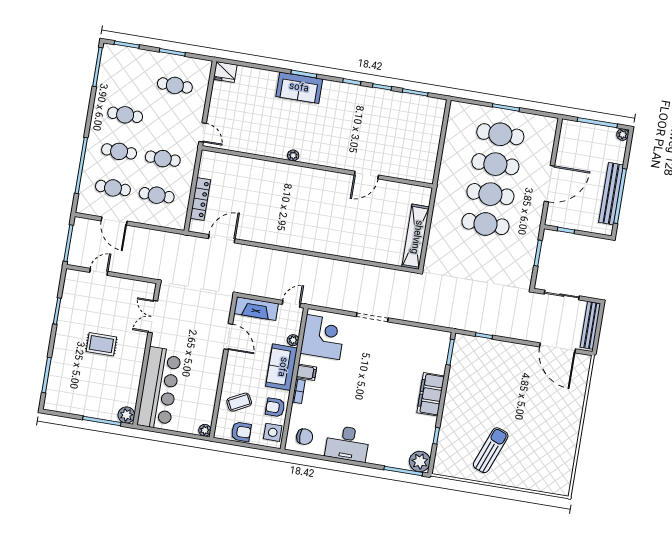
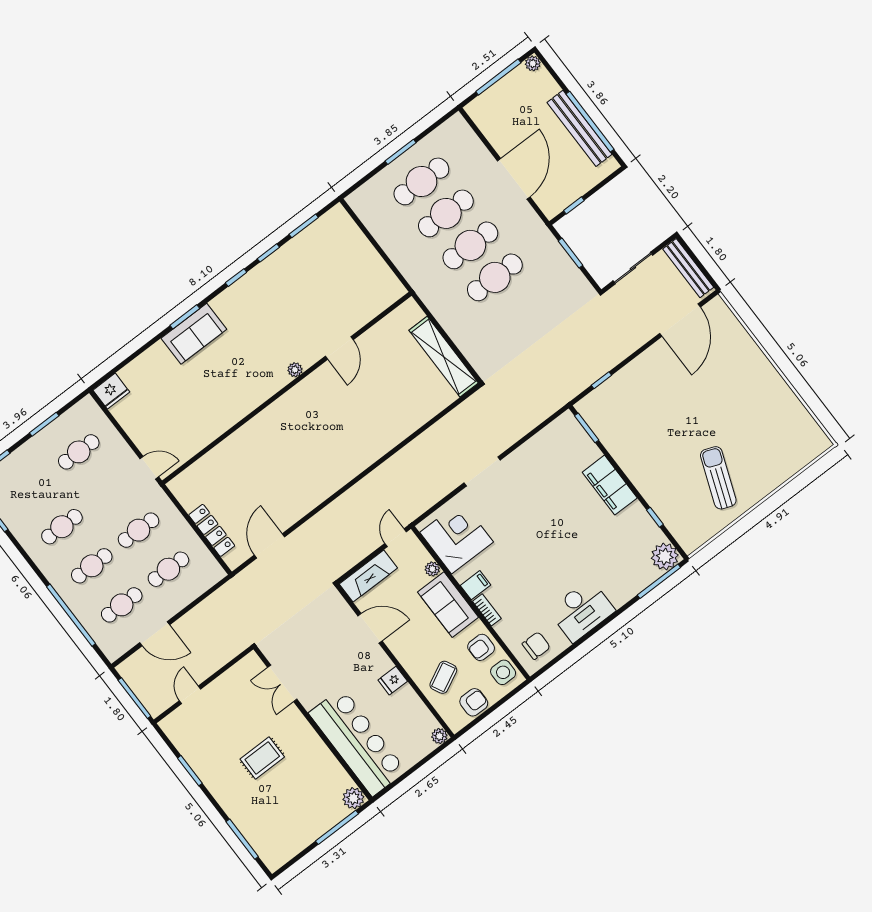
plant: (293, 155) -> (295, 370), moved
door: (557, 348) -> (680, 320), hinge flipped
fridge: (211, 376) -> (393, 681), added

